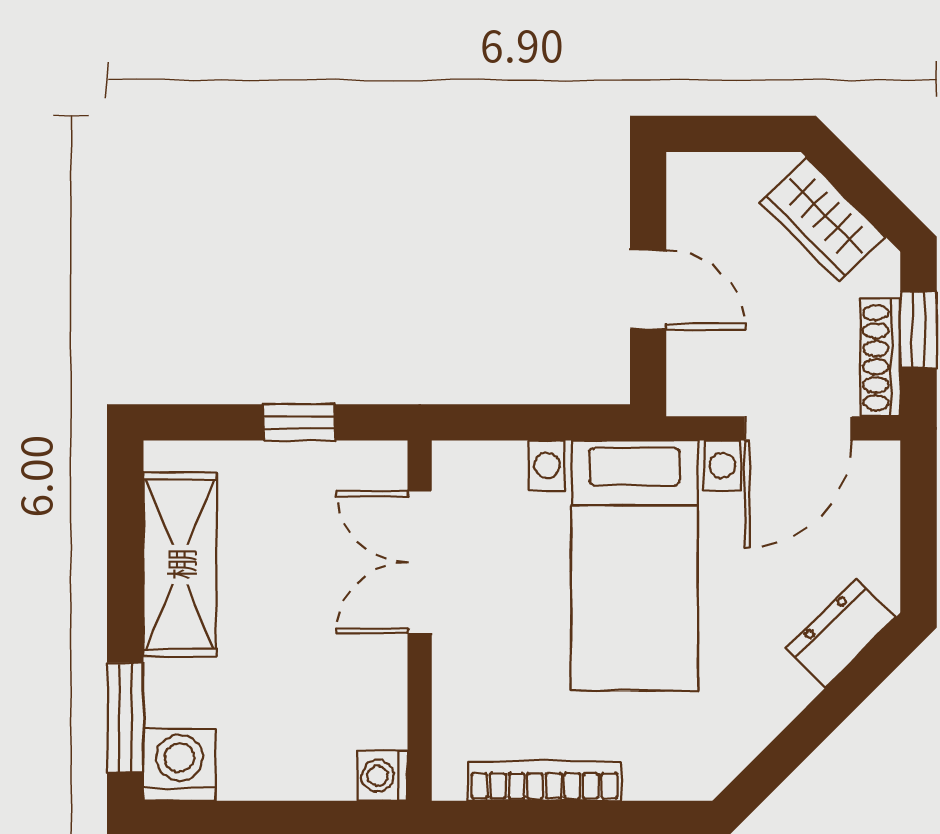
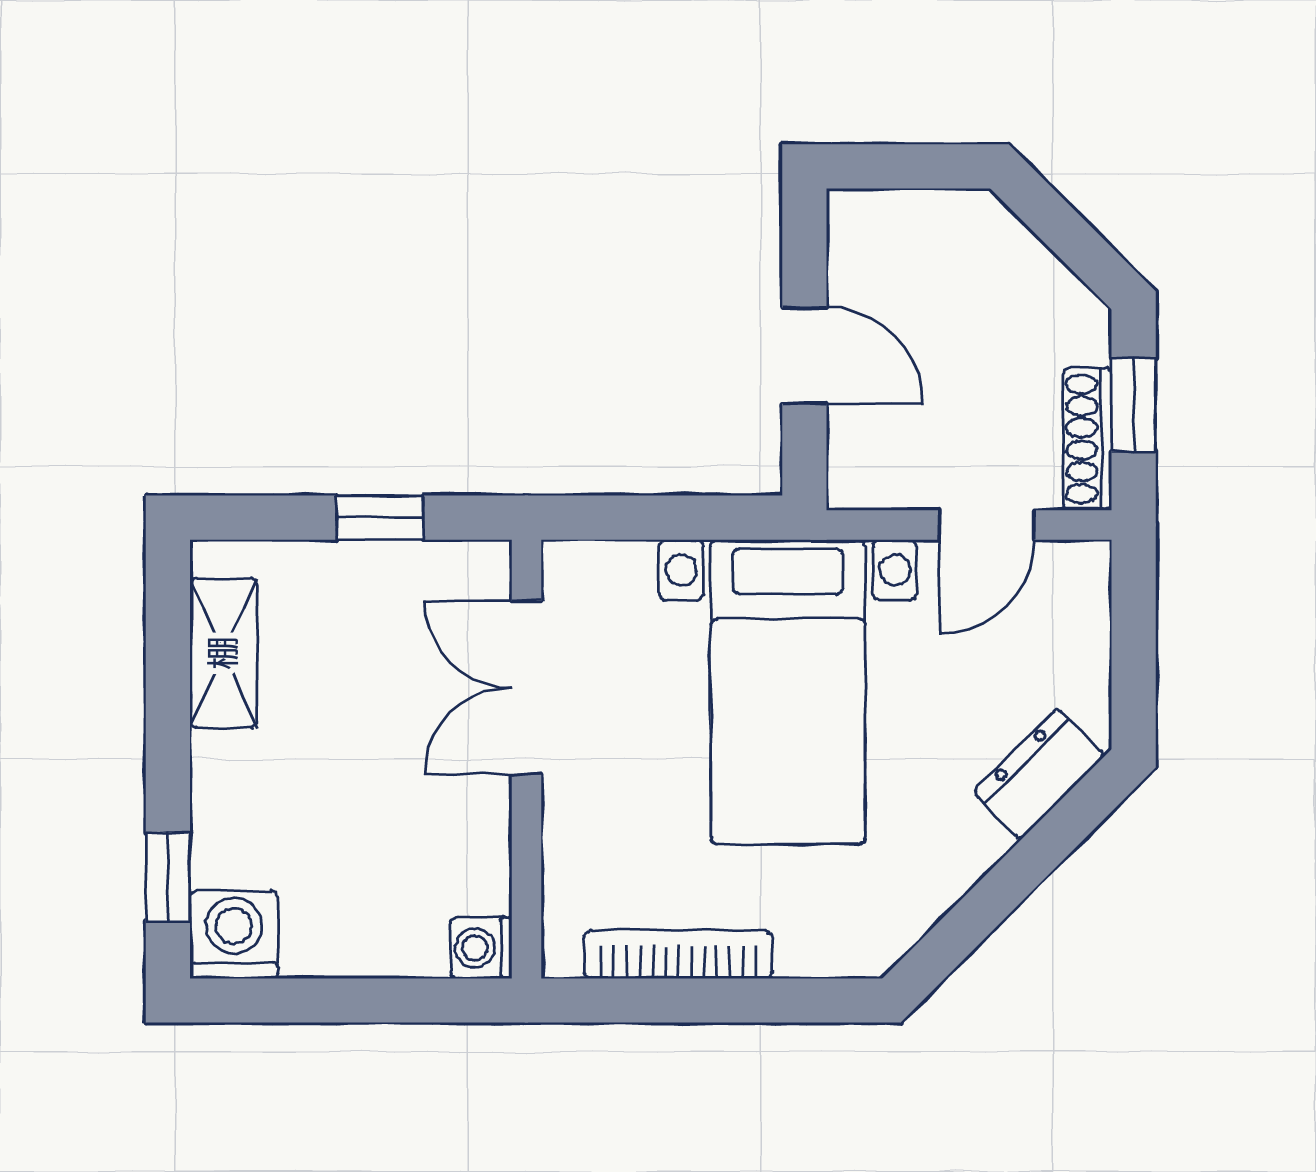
wardrobe: (822, 219) -> (1017, 270), removed
door: (798, 428) -> (987, 525), width x0.73
shelving: (180, 564) -> (223, 653), width x0.67, depth x0.75
window: (125, 718) -> (168, 877), width x0.67

